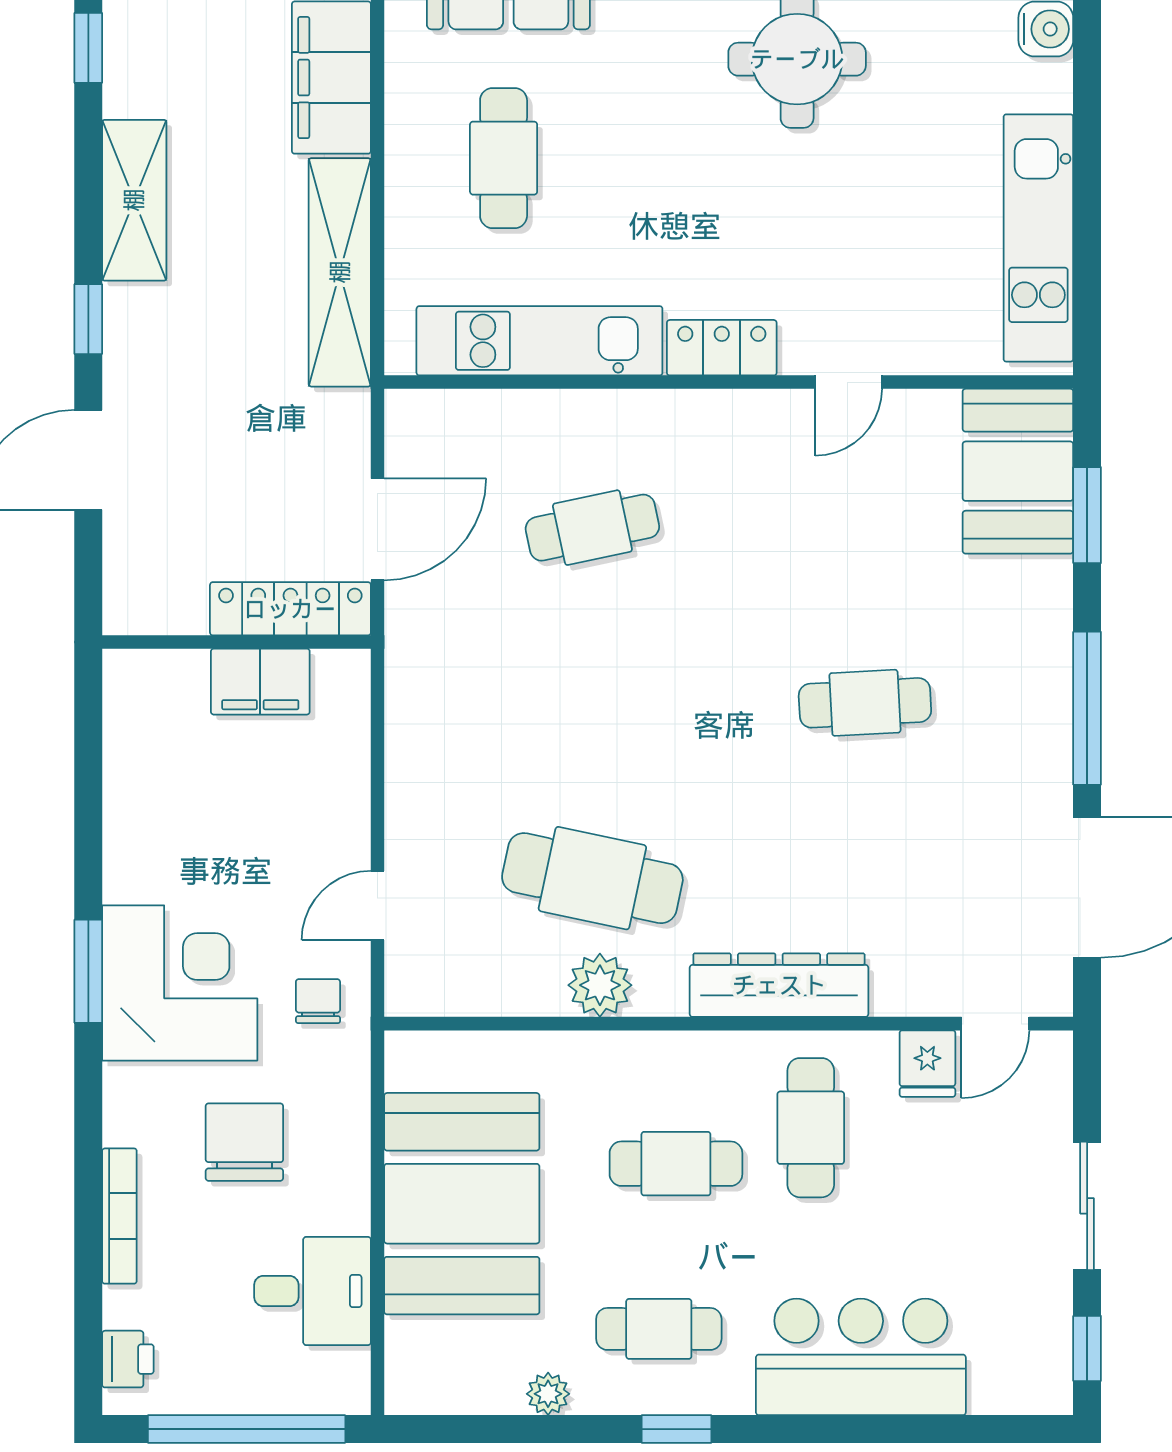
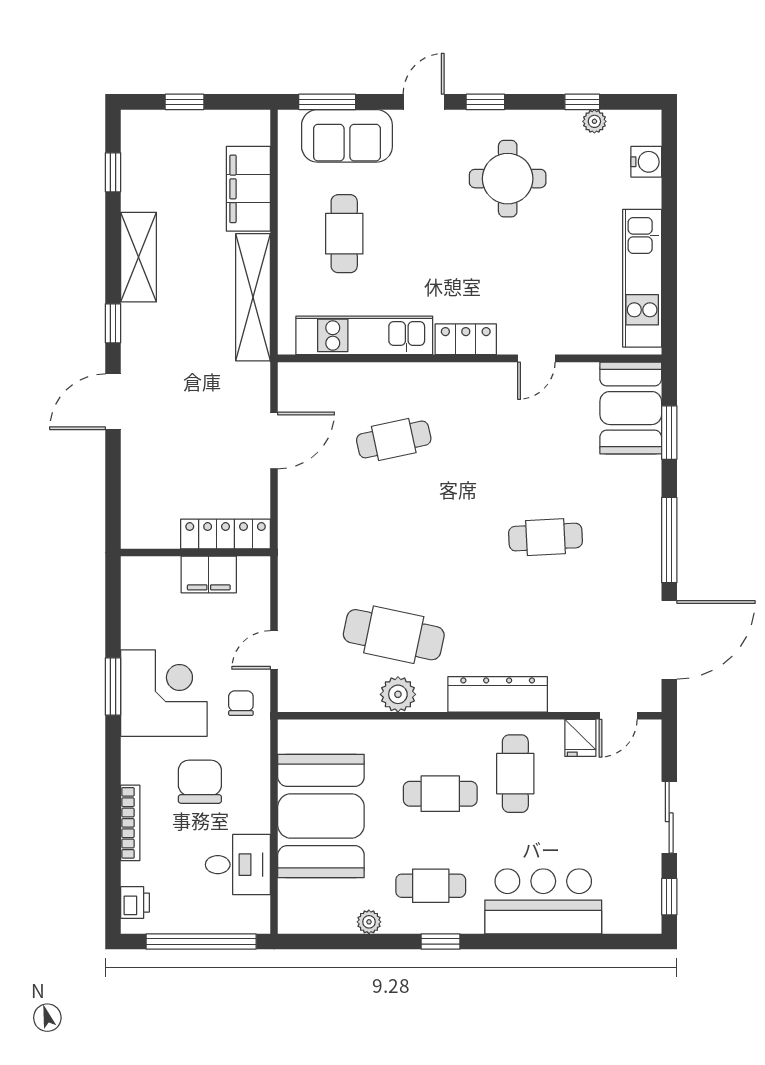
locker: (290, 609) -> (226, 534), moved
wall: (236, 642) -> (195, 552), moved
filing cabinet: (260, 682) -> (209, 575), moved

